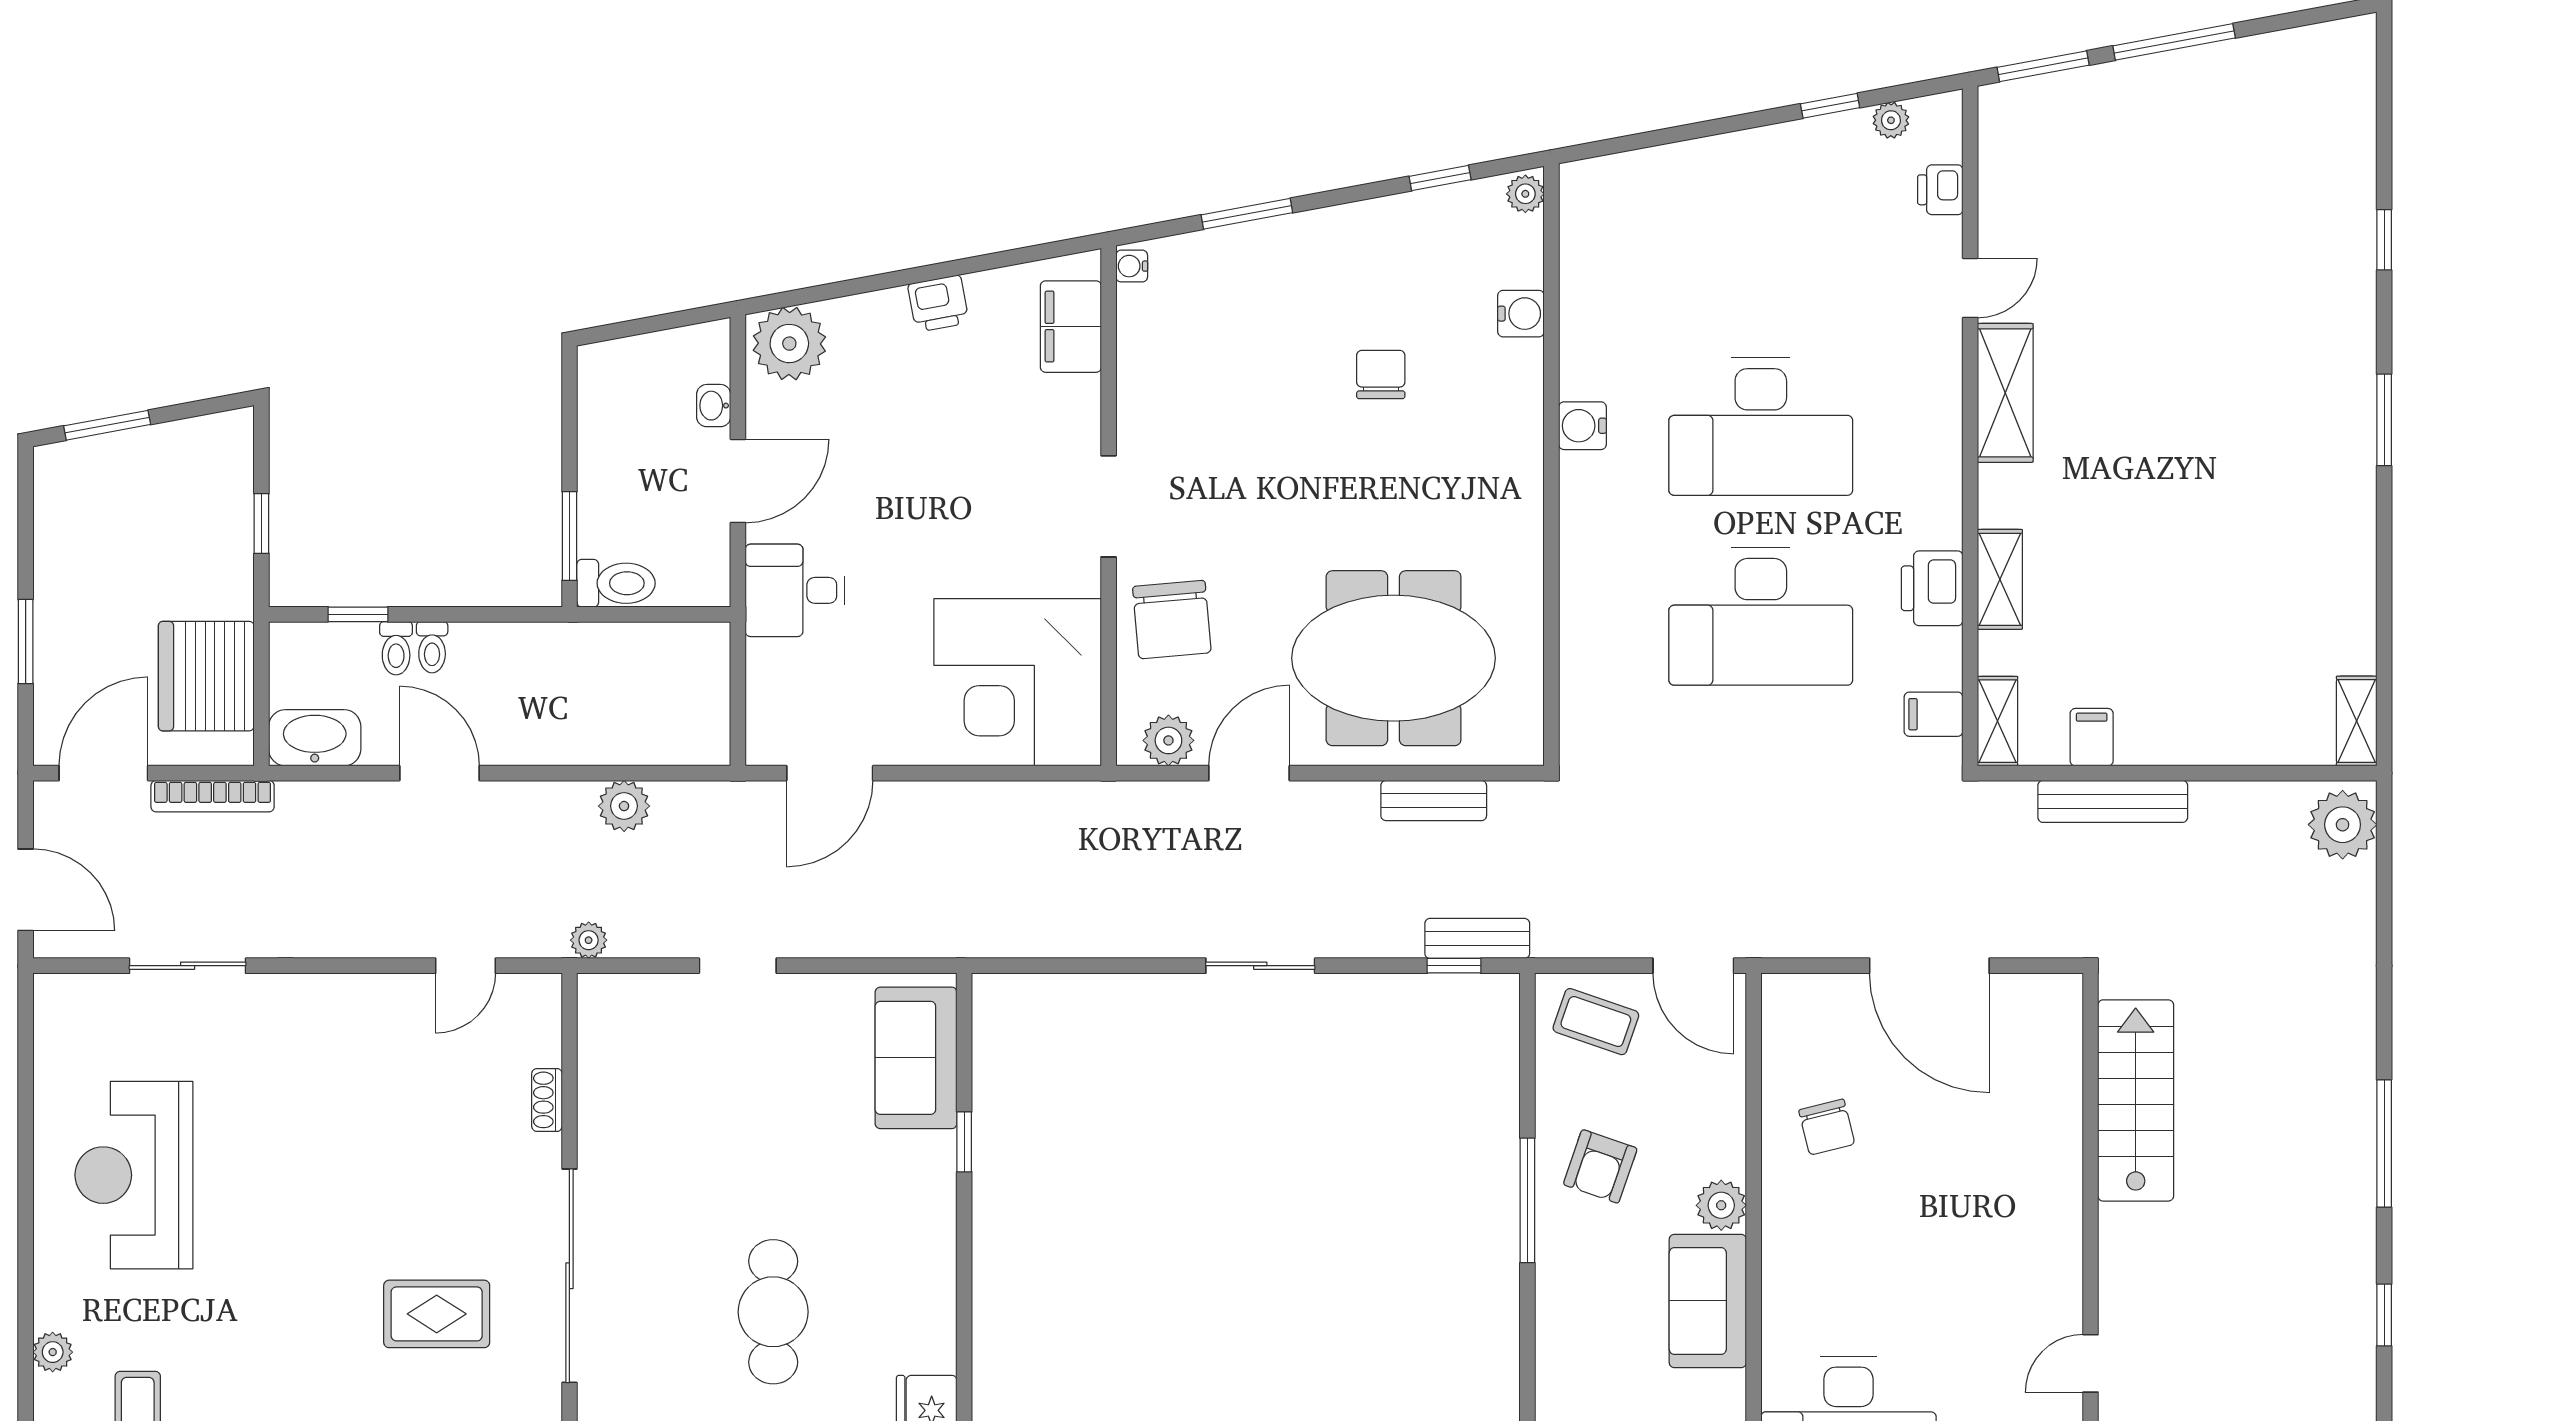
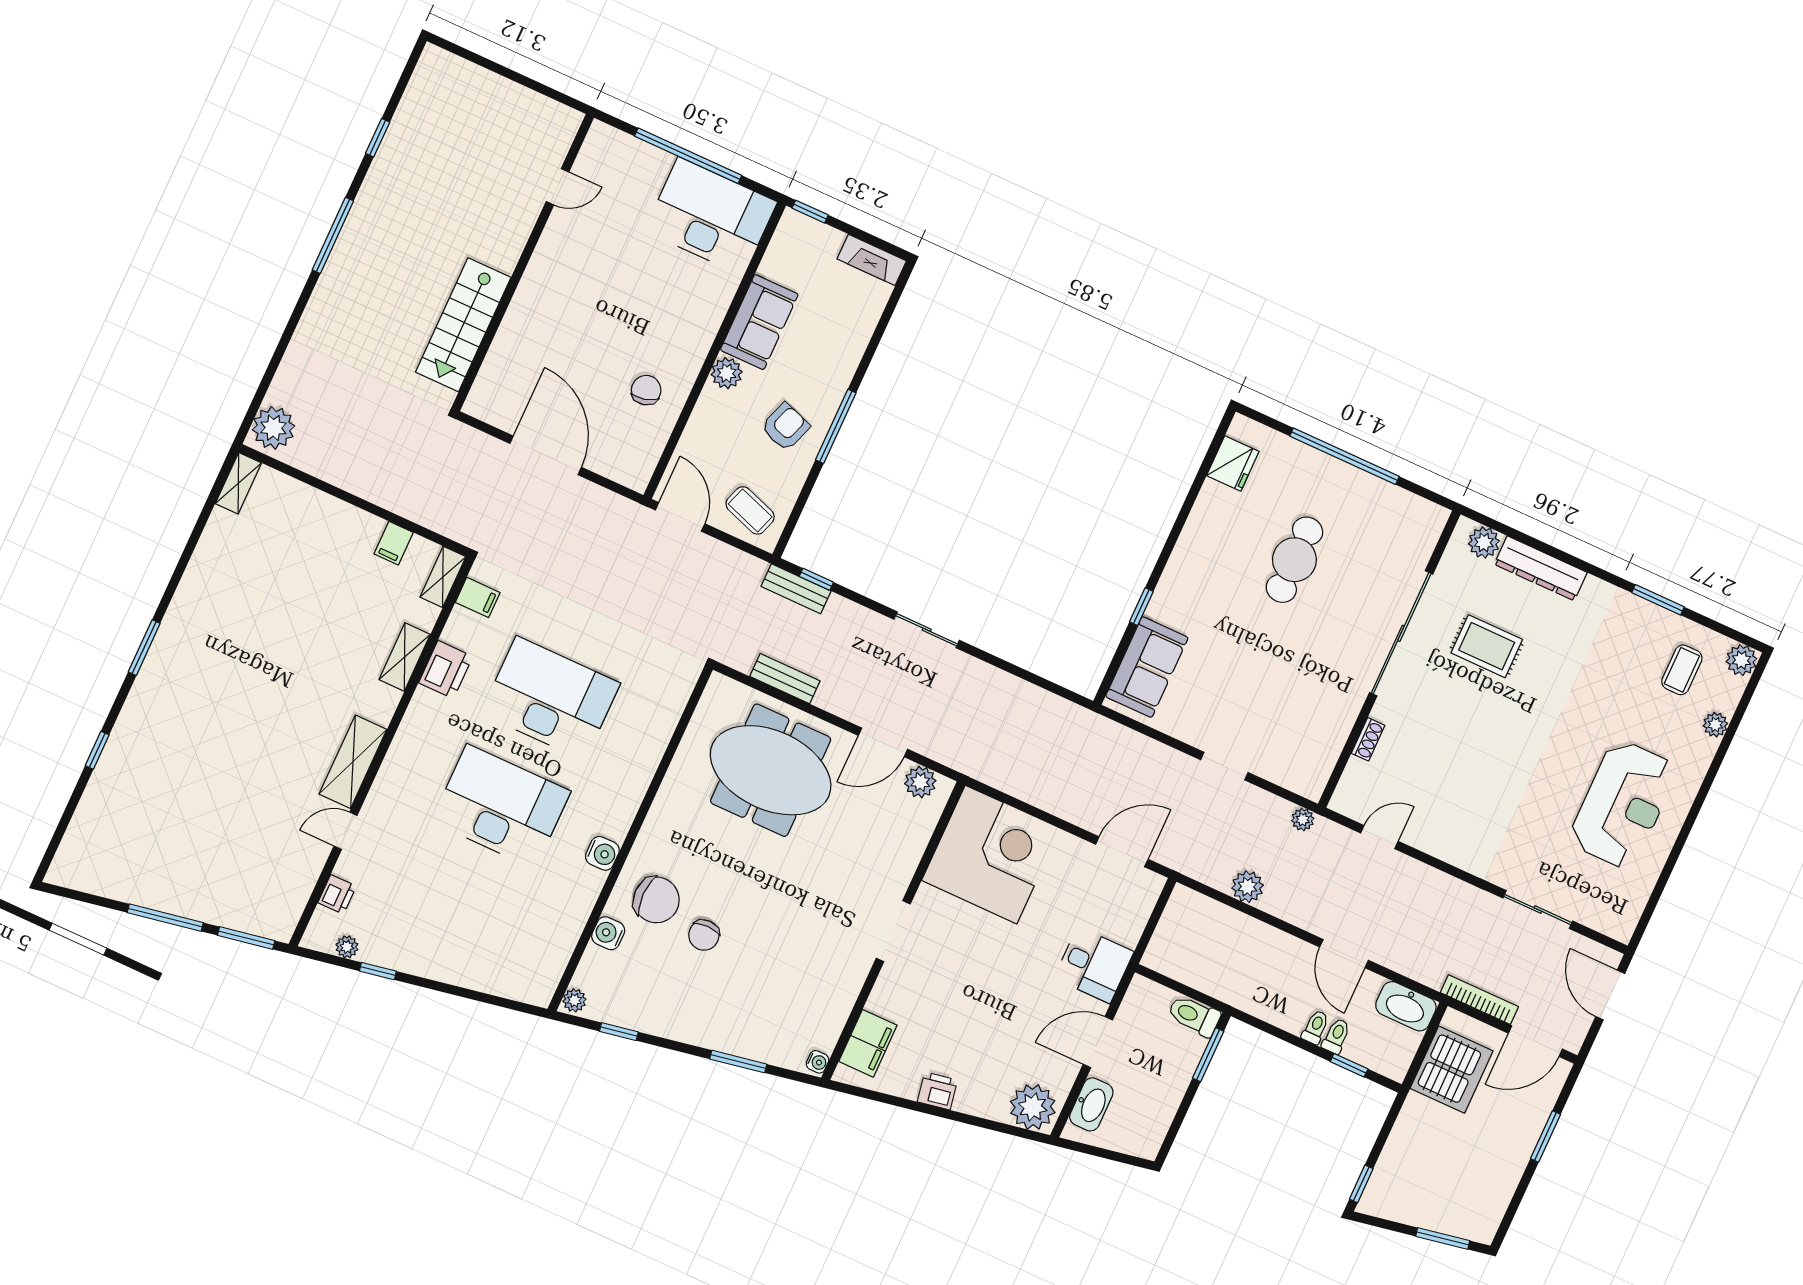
washbasin: (714, 406) -> (1091, 1104), width x1.91, depth x1.45
window: (261, 524) -> (1361, 1184), moved
chair: (1172, 620) -> (656, 900), moved, turned 95
bench: (2113, 801) -> (398, 501), removed

